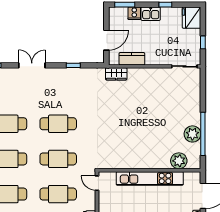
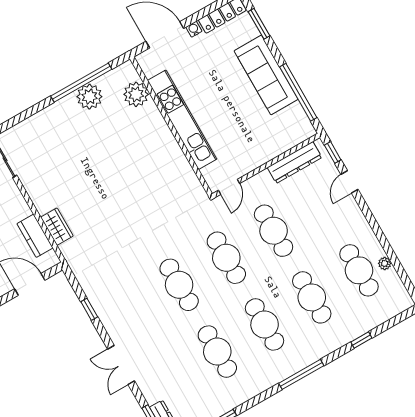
wardrobe: (116, 74) -> (57, 227), moved

